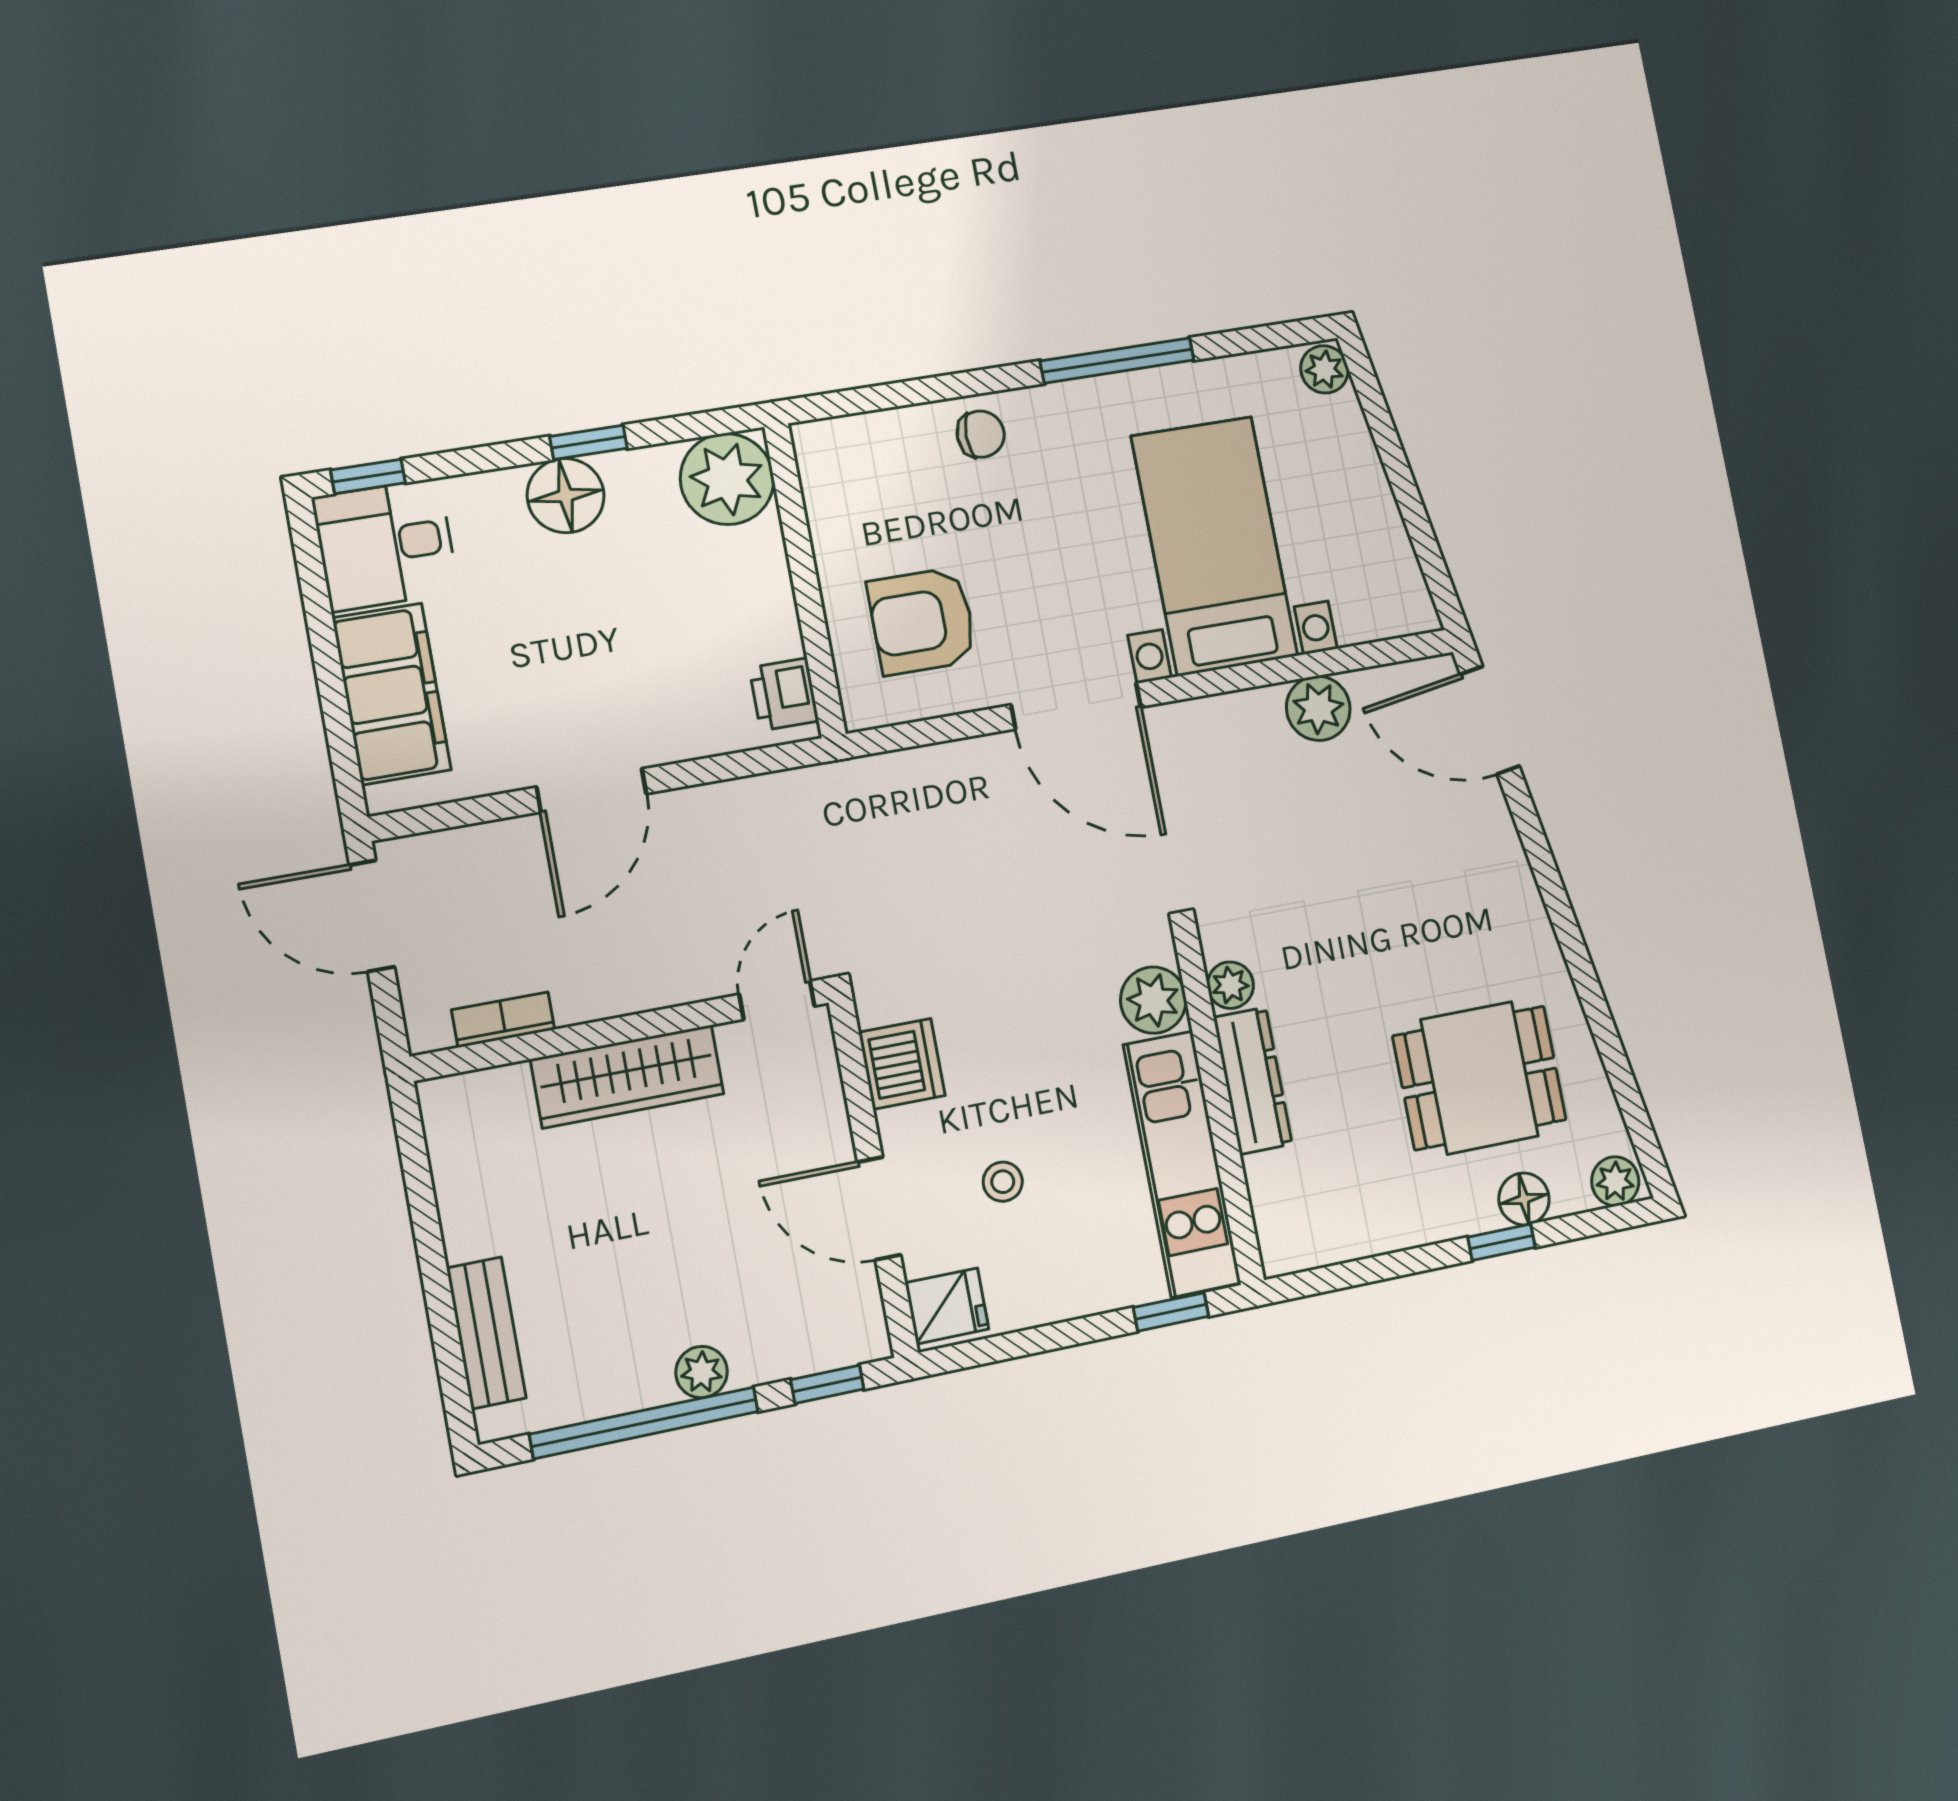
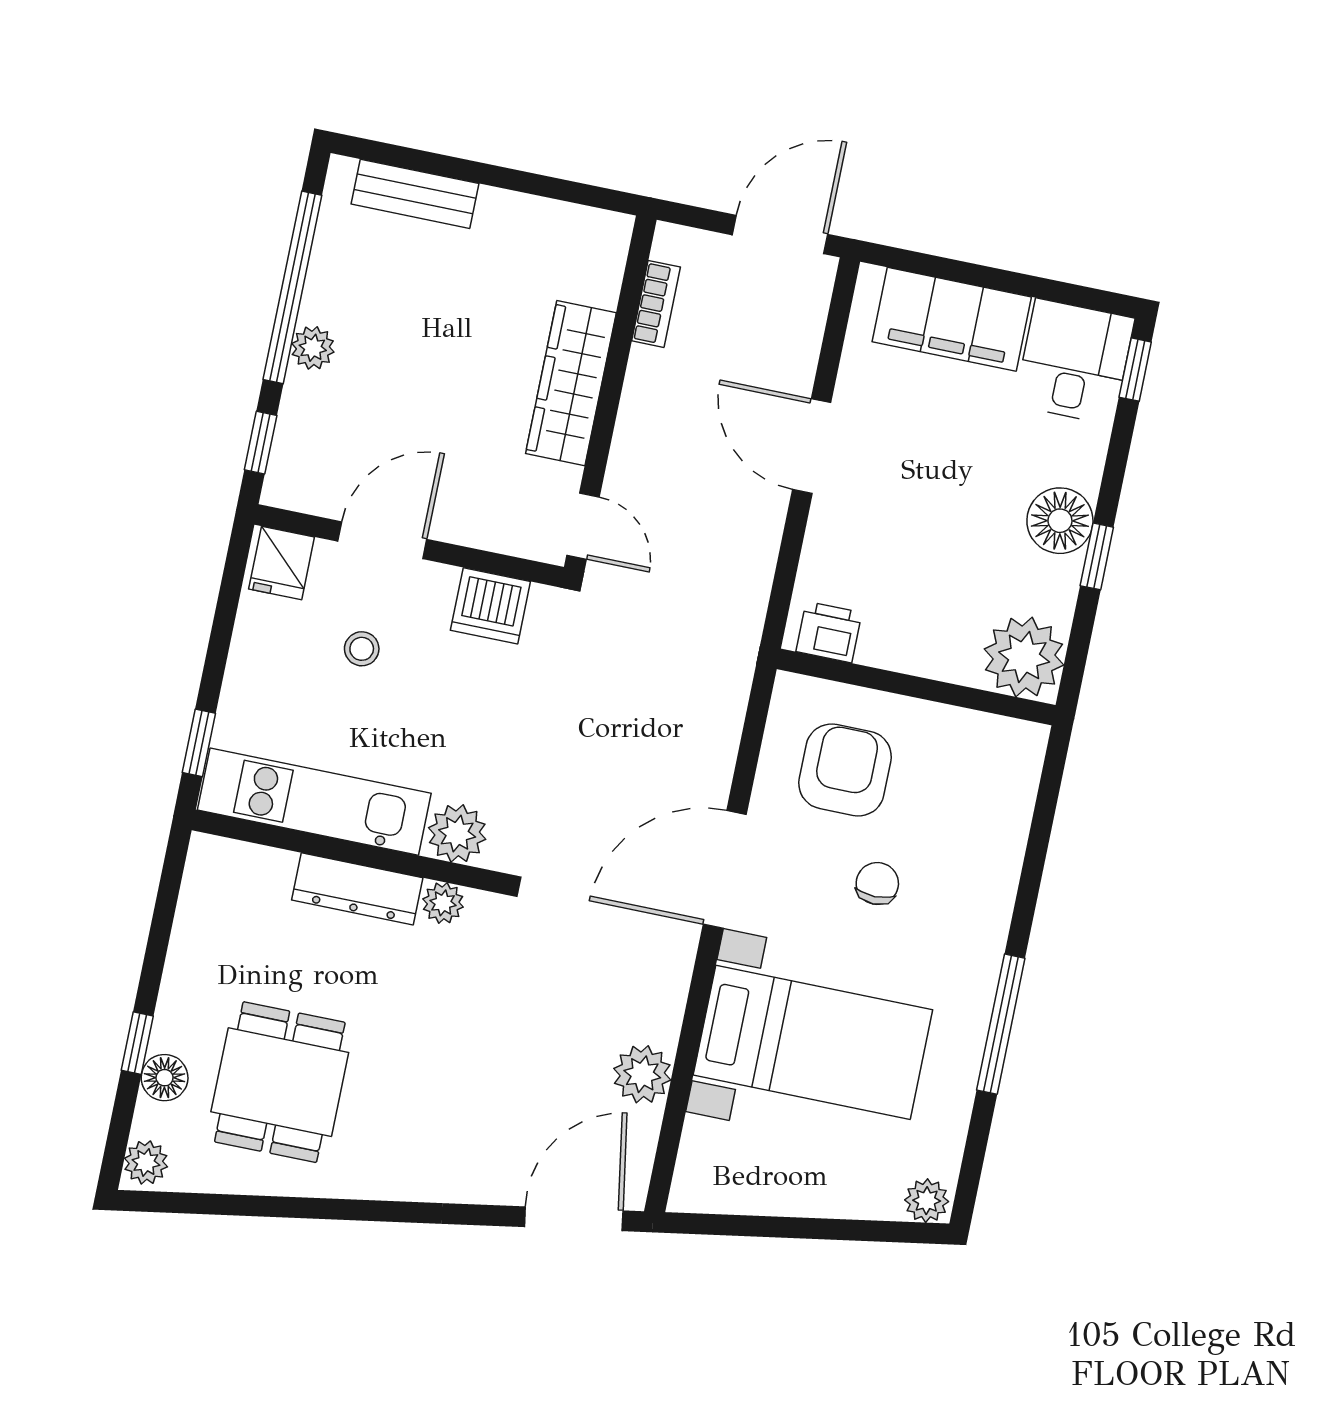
chair: (981, 434) -> (877, 883), moved, turned 180

